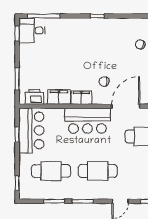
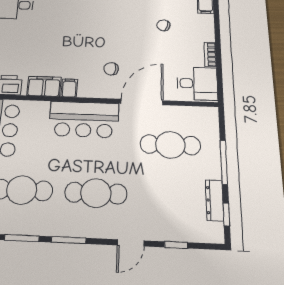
filing cabinet: (81, 98) -> (69, 88), width x0.50

